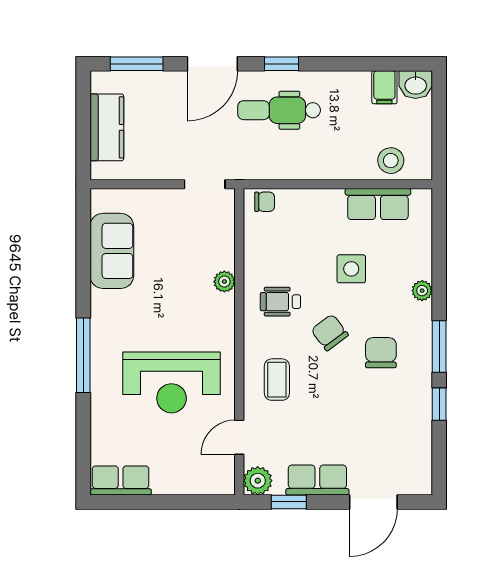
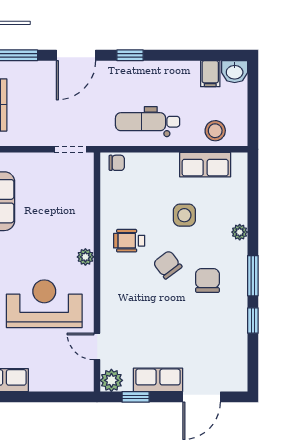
dental chair: (279, 110) -> (148, 122), moved
plant: (224, 282) -> (85, 257), moved
coffee table: (277, 380) -> (126, 302), removed
reception desk: (172, 382) -> (44, 304), turned 180
door: (239, 437) -> (97, 346), hinge flipped

